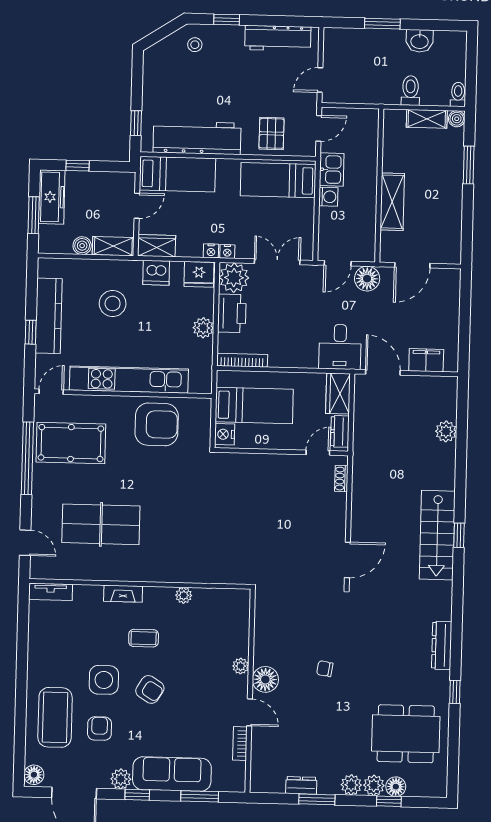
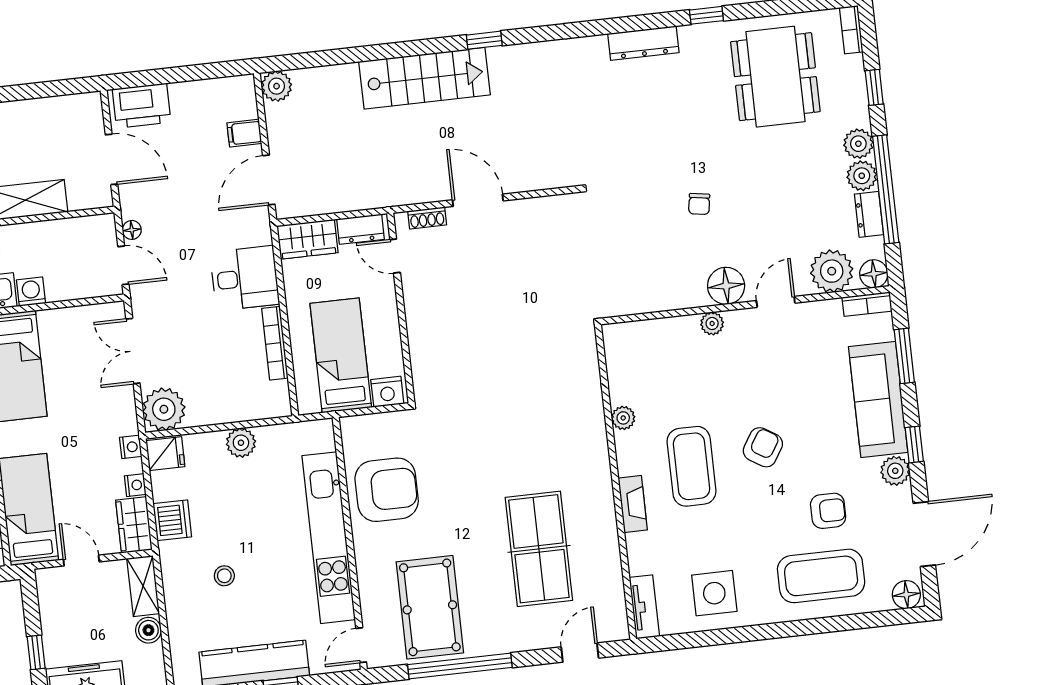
nightstand: (227, 252) -> (135, 485), moved
fridge: (199, 274) -> (165, 454), width x0.72
floor lamp: (367, 279) -> (132, 230), width x0.53, depth x0.53
stool: (113, 303) -> (224, 576), width x0.53, depth x0.53
printer: (232, 313) -> (142, 106), moved, turned 180
desk: (340, 347) -> (245, 278), moved
bookcase: (242, 360) -> (275, 343), moved
filing cabinet: (426, 360) -> (244, 133), width x0.50
door: (51, 392) -> (361, 645), hinge flipped
armchair: (157, 424) -> (387, 490), turned 90
plant: (446, 431) -> (277, 86), moved
stairs: (437, 535) -> (425, 78), moved
door: (347, 560) -> (478, 200), moved
coffee table: (144, 638) -> (692, 466), width x1.86, depth x1.72
side table: (104, 680) -> (714, 593), moved
armchair: (100, 729) -> (828, 511), turned 180
bookcase: (240, 744) -> (867, 304), moved
plant: (265, 754) -> (832, 271), added
plant: (374, 785) -> (862, 176), moved
floor lamp: (396, 787) -> (874, 274), moved
bookcase: (431, 791) -> (851, 30), added
window: (317, 799) -> (886, 189), width x2.11

